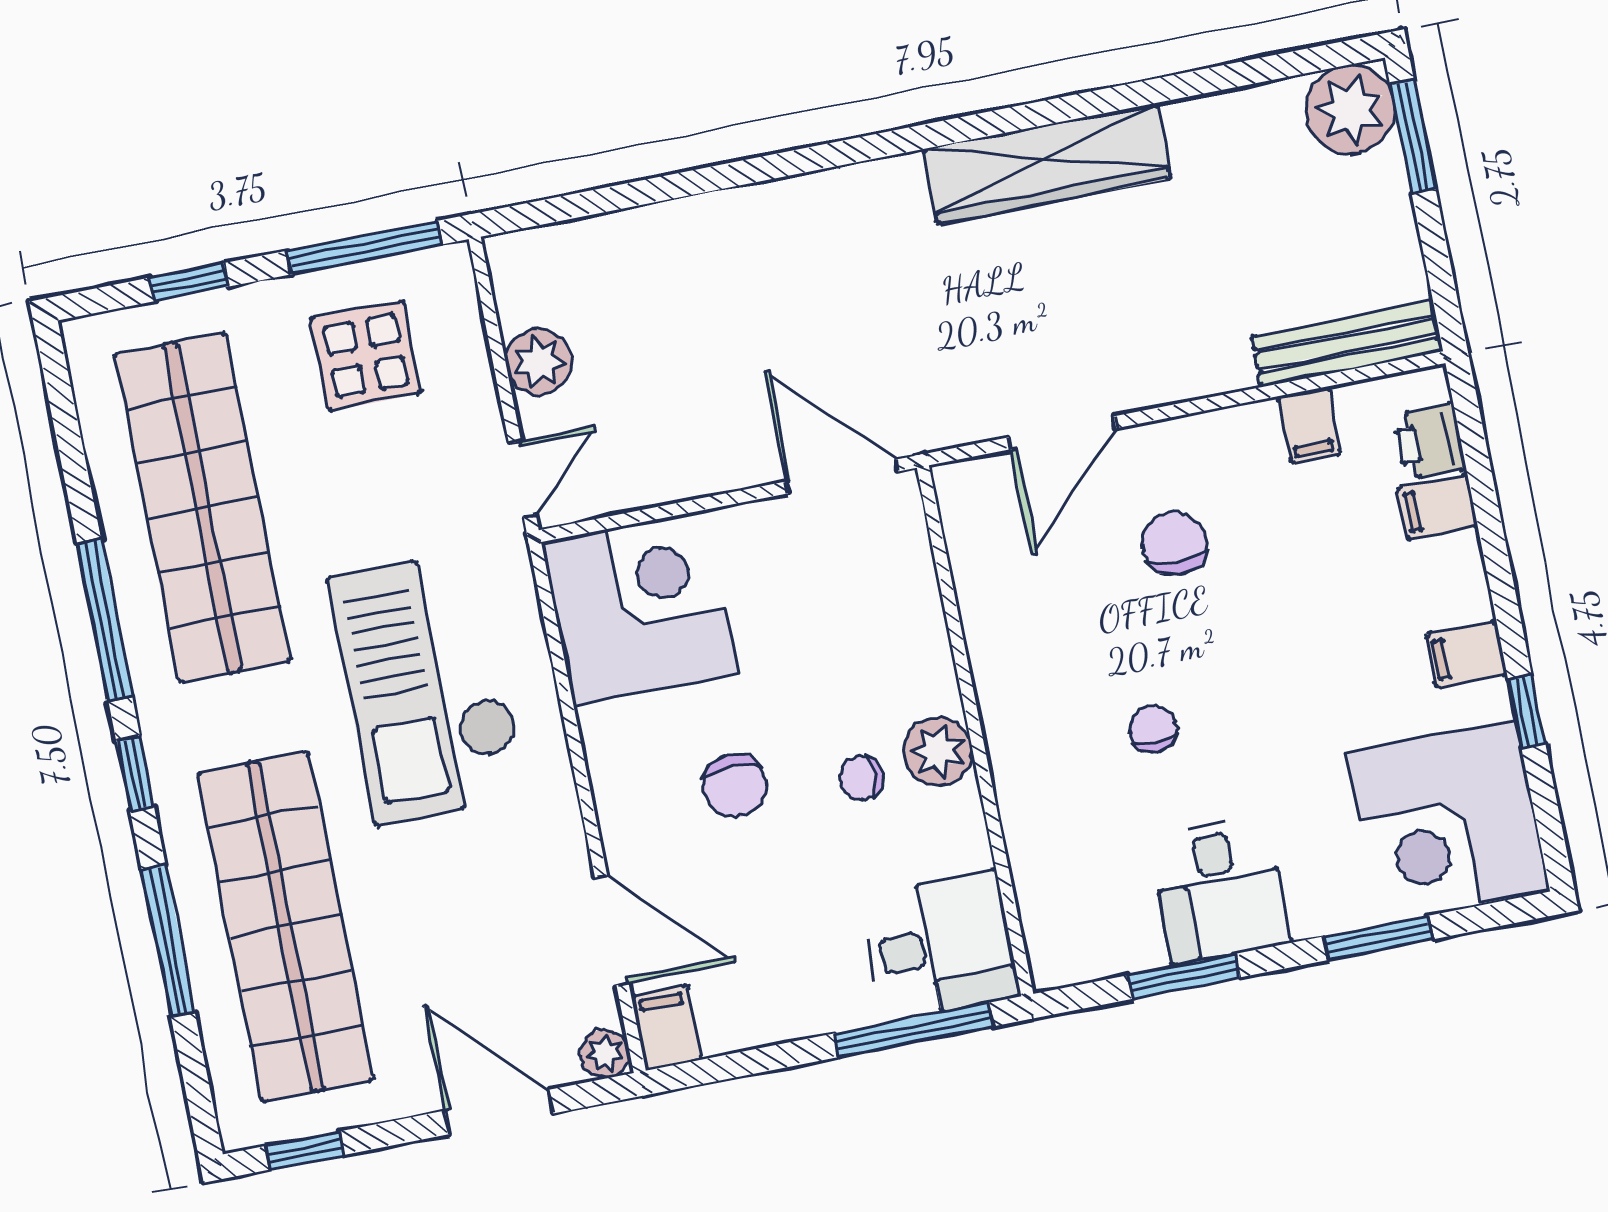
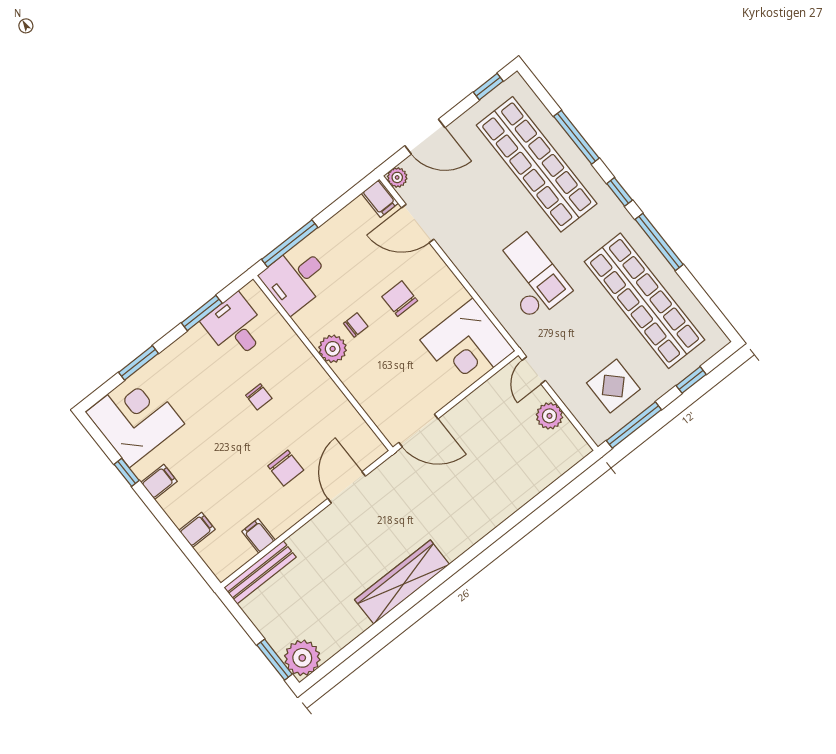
printer: (1430, 442) -> (212, 552), removed
checkout: (428, 687) -> (529, 277), width x0.73, depth x0.83
desk: (1220, 890) -> (235, 327), moved

